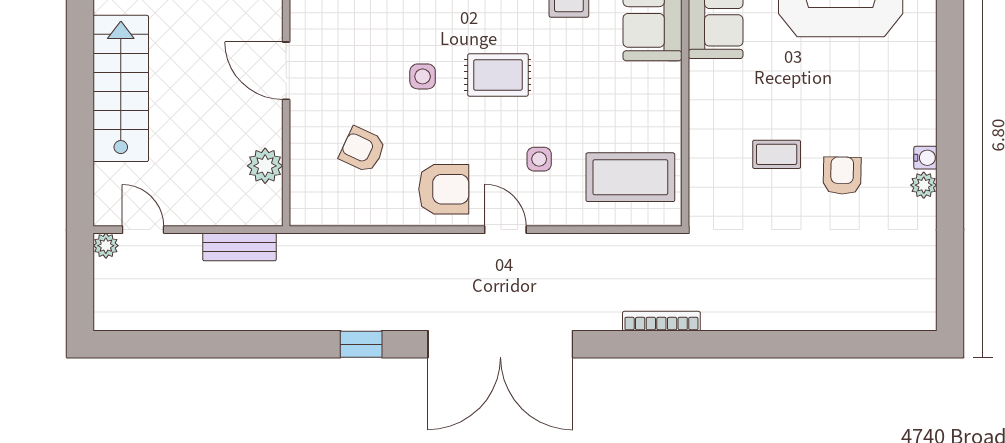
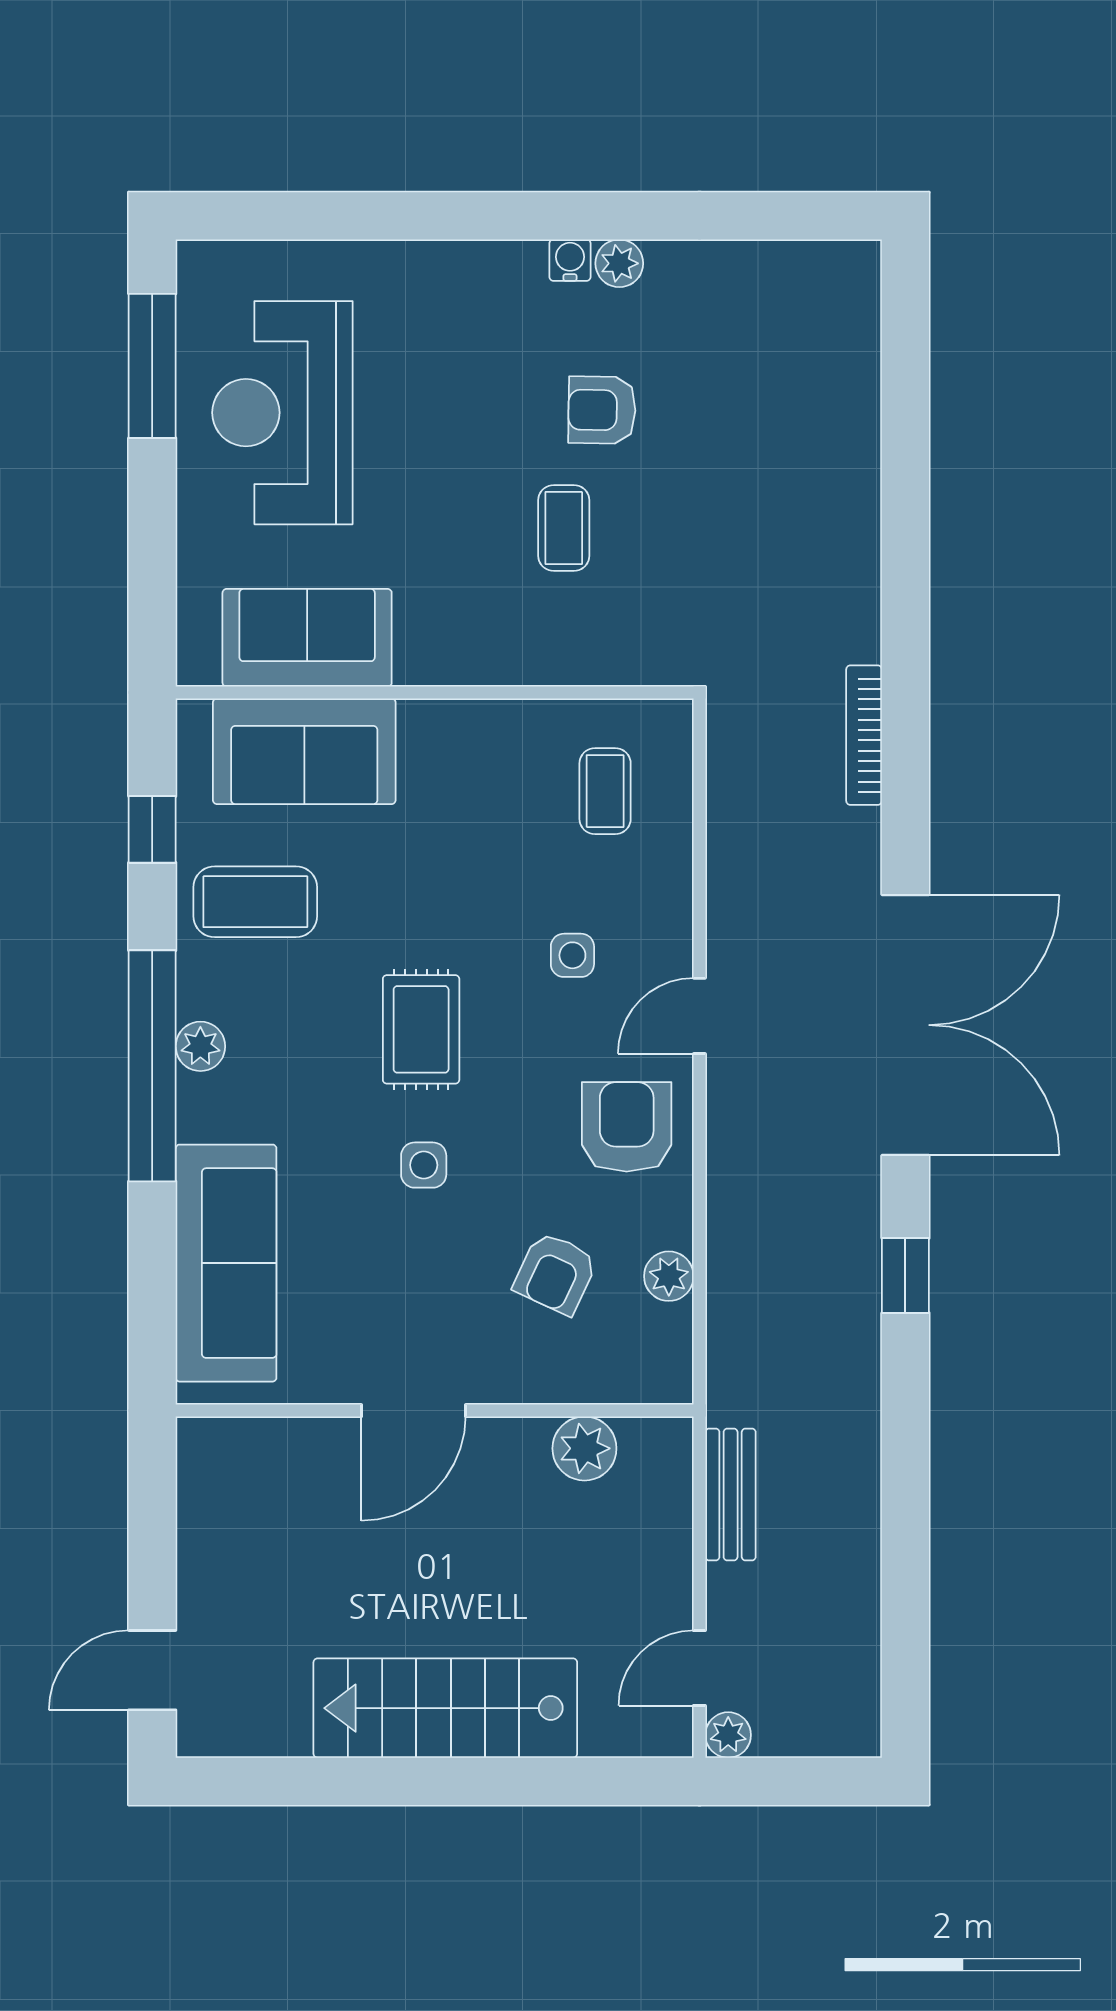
coffee table: (630, 177) -> (605, 791), width x0.54, depth x0.58
plant: (361, 213) -> (669, 1276), added

